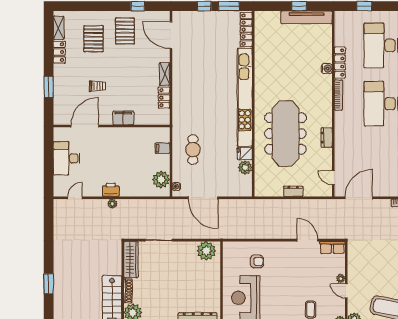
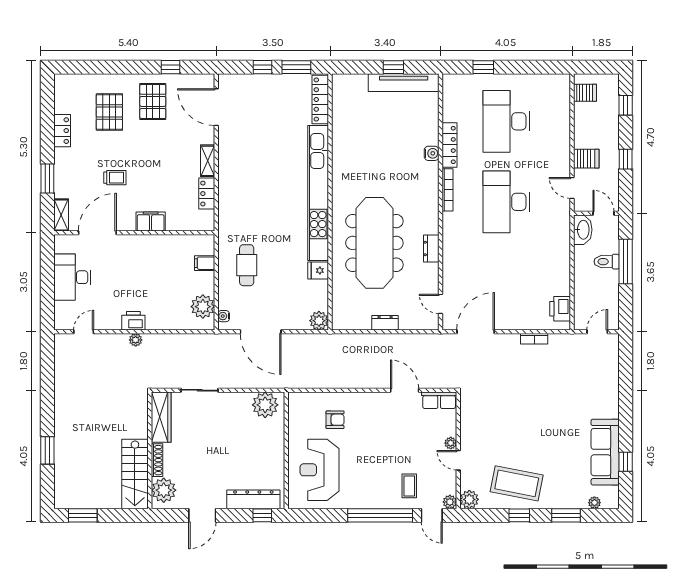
shelving: (59, 28) -> (61, 215), moved
plant: (245, 167) -> (319, 321), moved

